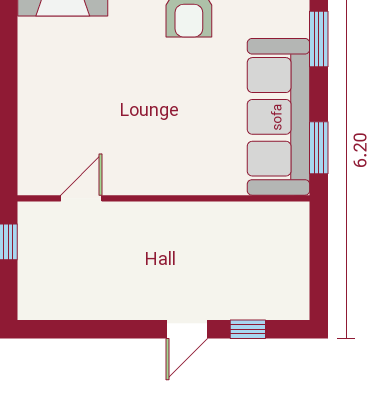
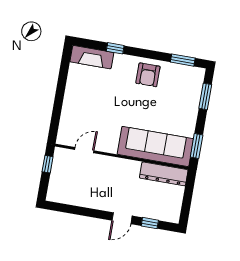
sofa: (278, 117) -> (155, 146), moved, turned 90
dresser: (259, 219) -> (164, 174), added

